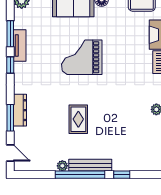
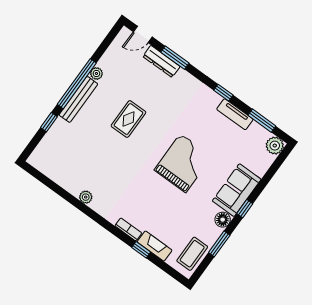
window: (10, 34) -> (262, 121), moved
dresser: (20, 110) -> (161, 61), moved
rug: (78, 119) -> (128, 119), turned 90

